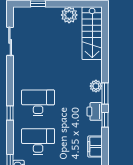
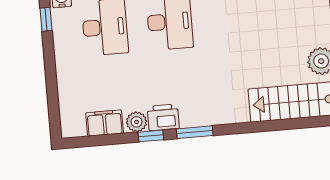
plant: (96, 86) -> (137, 122), moved

